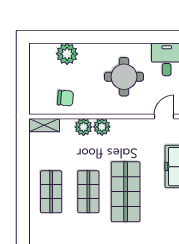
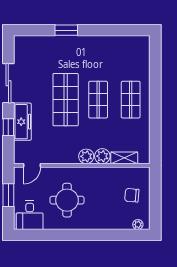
plant: (67, 54) -> (138, 225), moved, width x0.53, depth x0.53
chair: (65, 98) -> (132, 195), moved
shelving: (44, 125) -> (124, 158), moved

